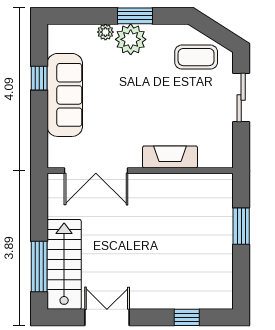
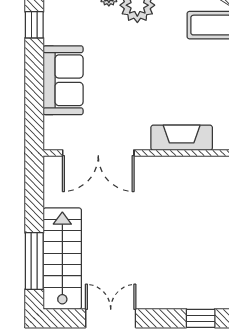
window: (39, 78) -> (34, 25), moved
sofa: (65, 95) -> (63, 80), width x0.73

